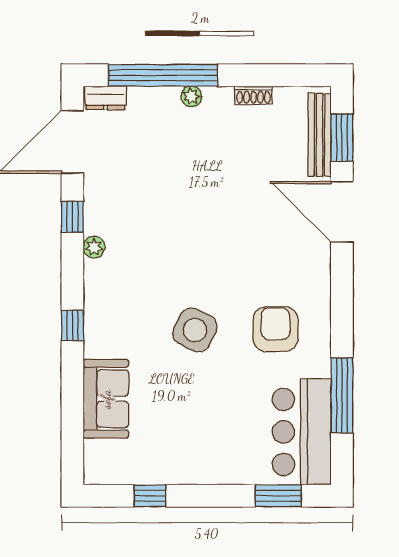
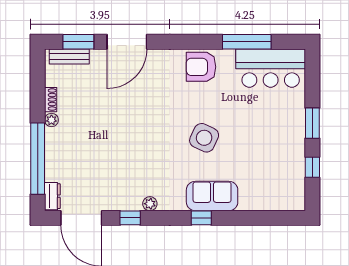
plant: (191, 96) -> (51, 120), moved
bench: (320, 135) -> (69, 56), width x0.73
armchair: (276, 329) -> (201, 67), moved
sofa: (106, 399) -> (212, 196), moved
window: (278, 496) -> (312, 123), moved

